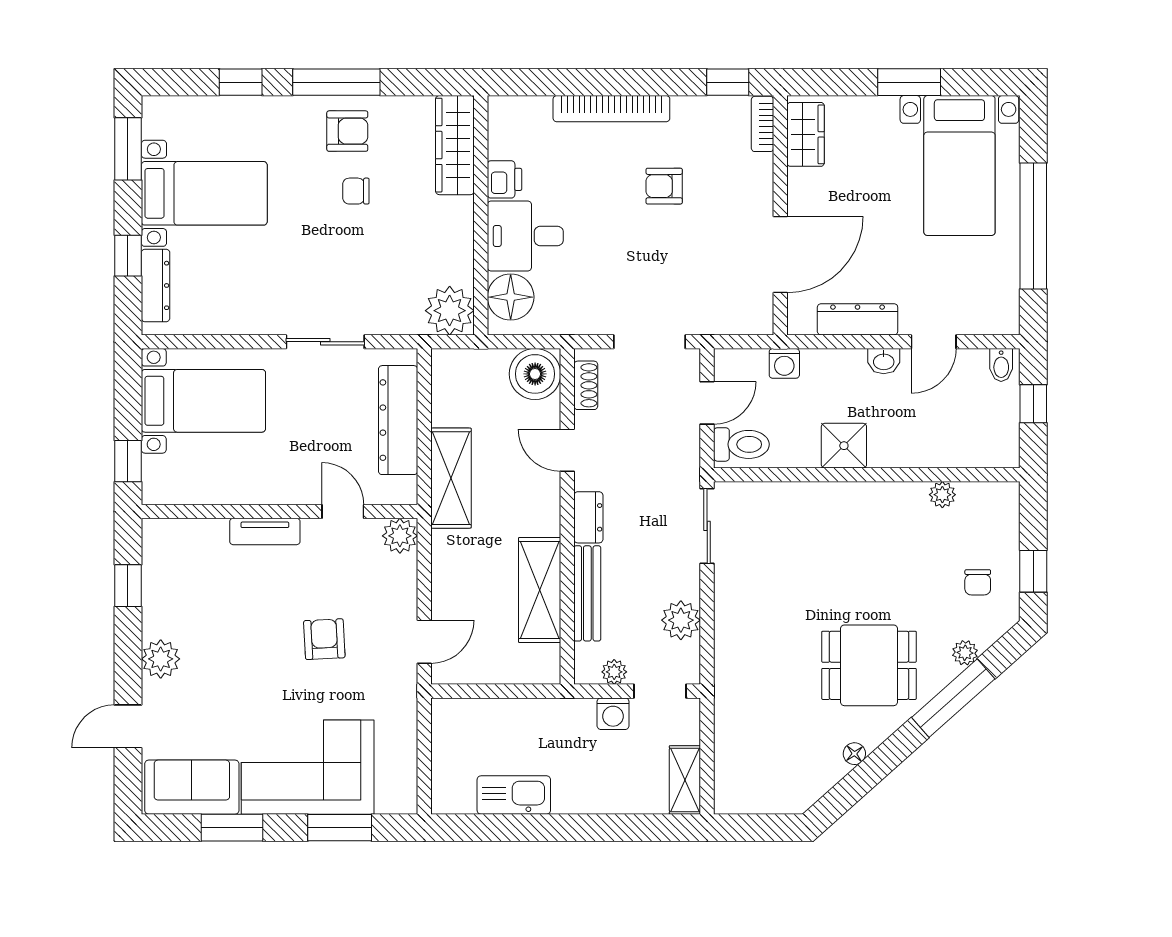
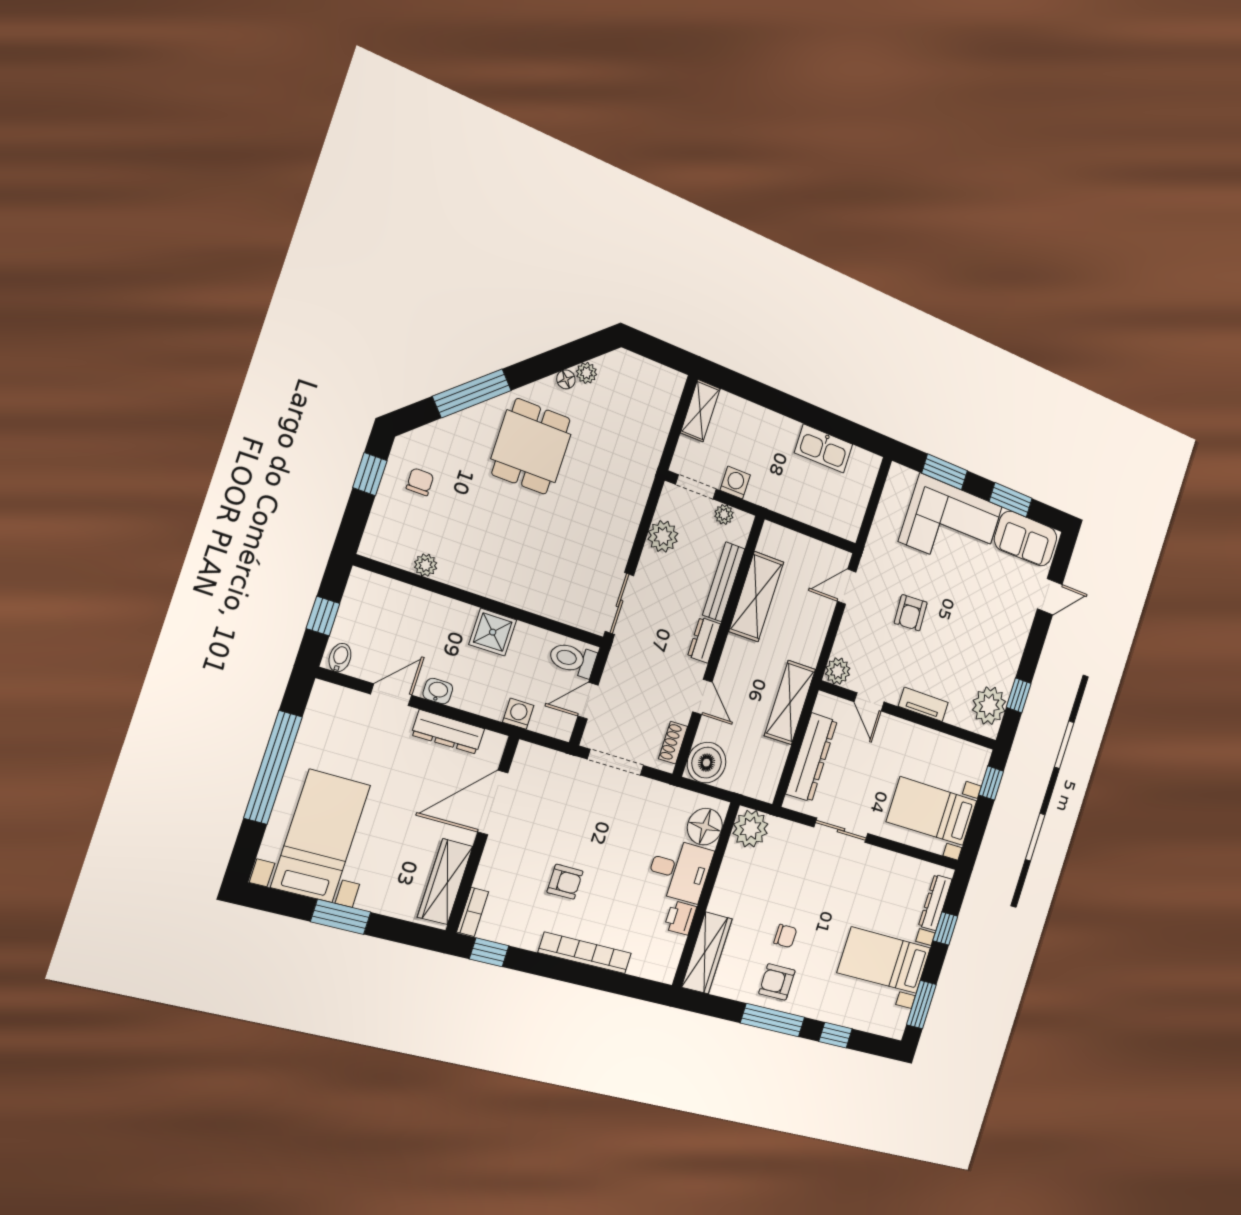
wardrobe: (806, 134) -> (445, 882), width x1.50
plant: (965, 653) -> (586, 373), moved
plant: (161, 659) -> (989, 706), moved, width x1.36, depth x1.36
dining table: (869, 665) -> (531, 446), turned 90

